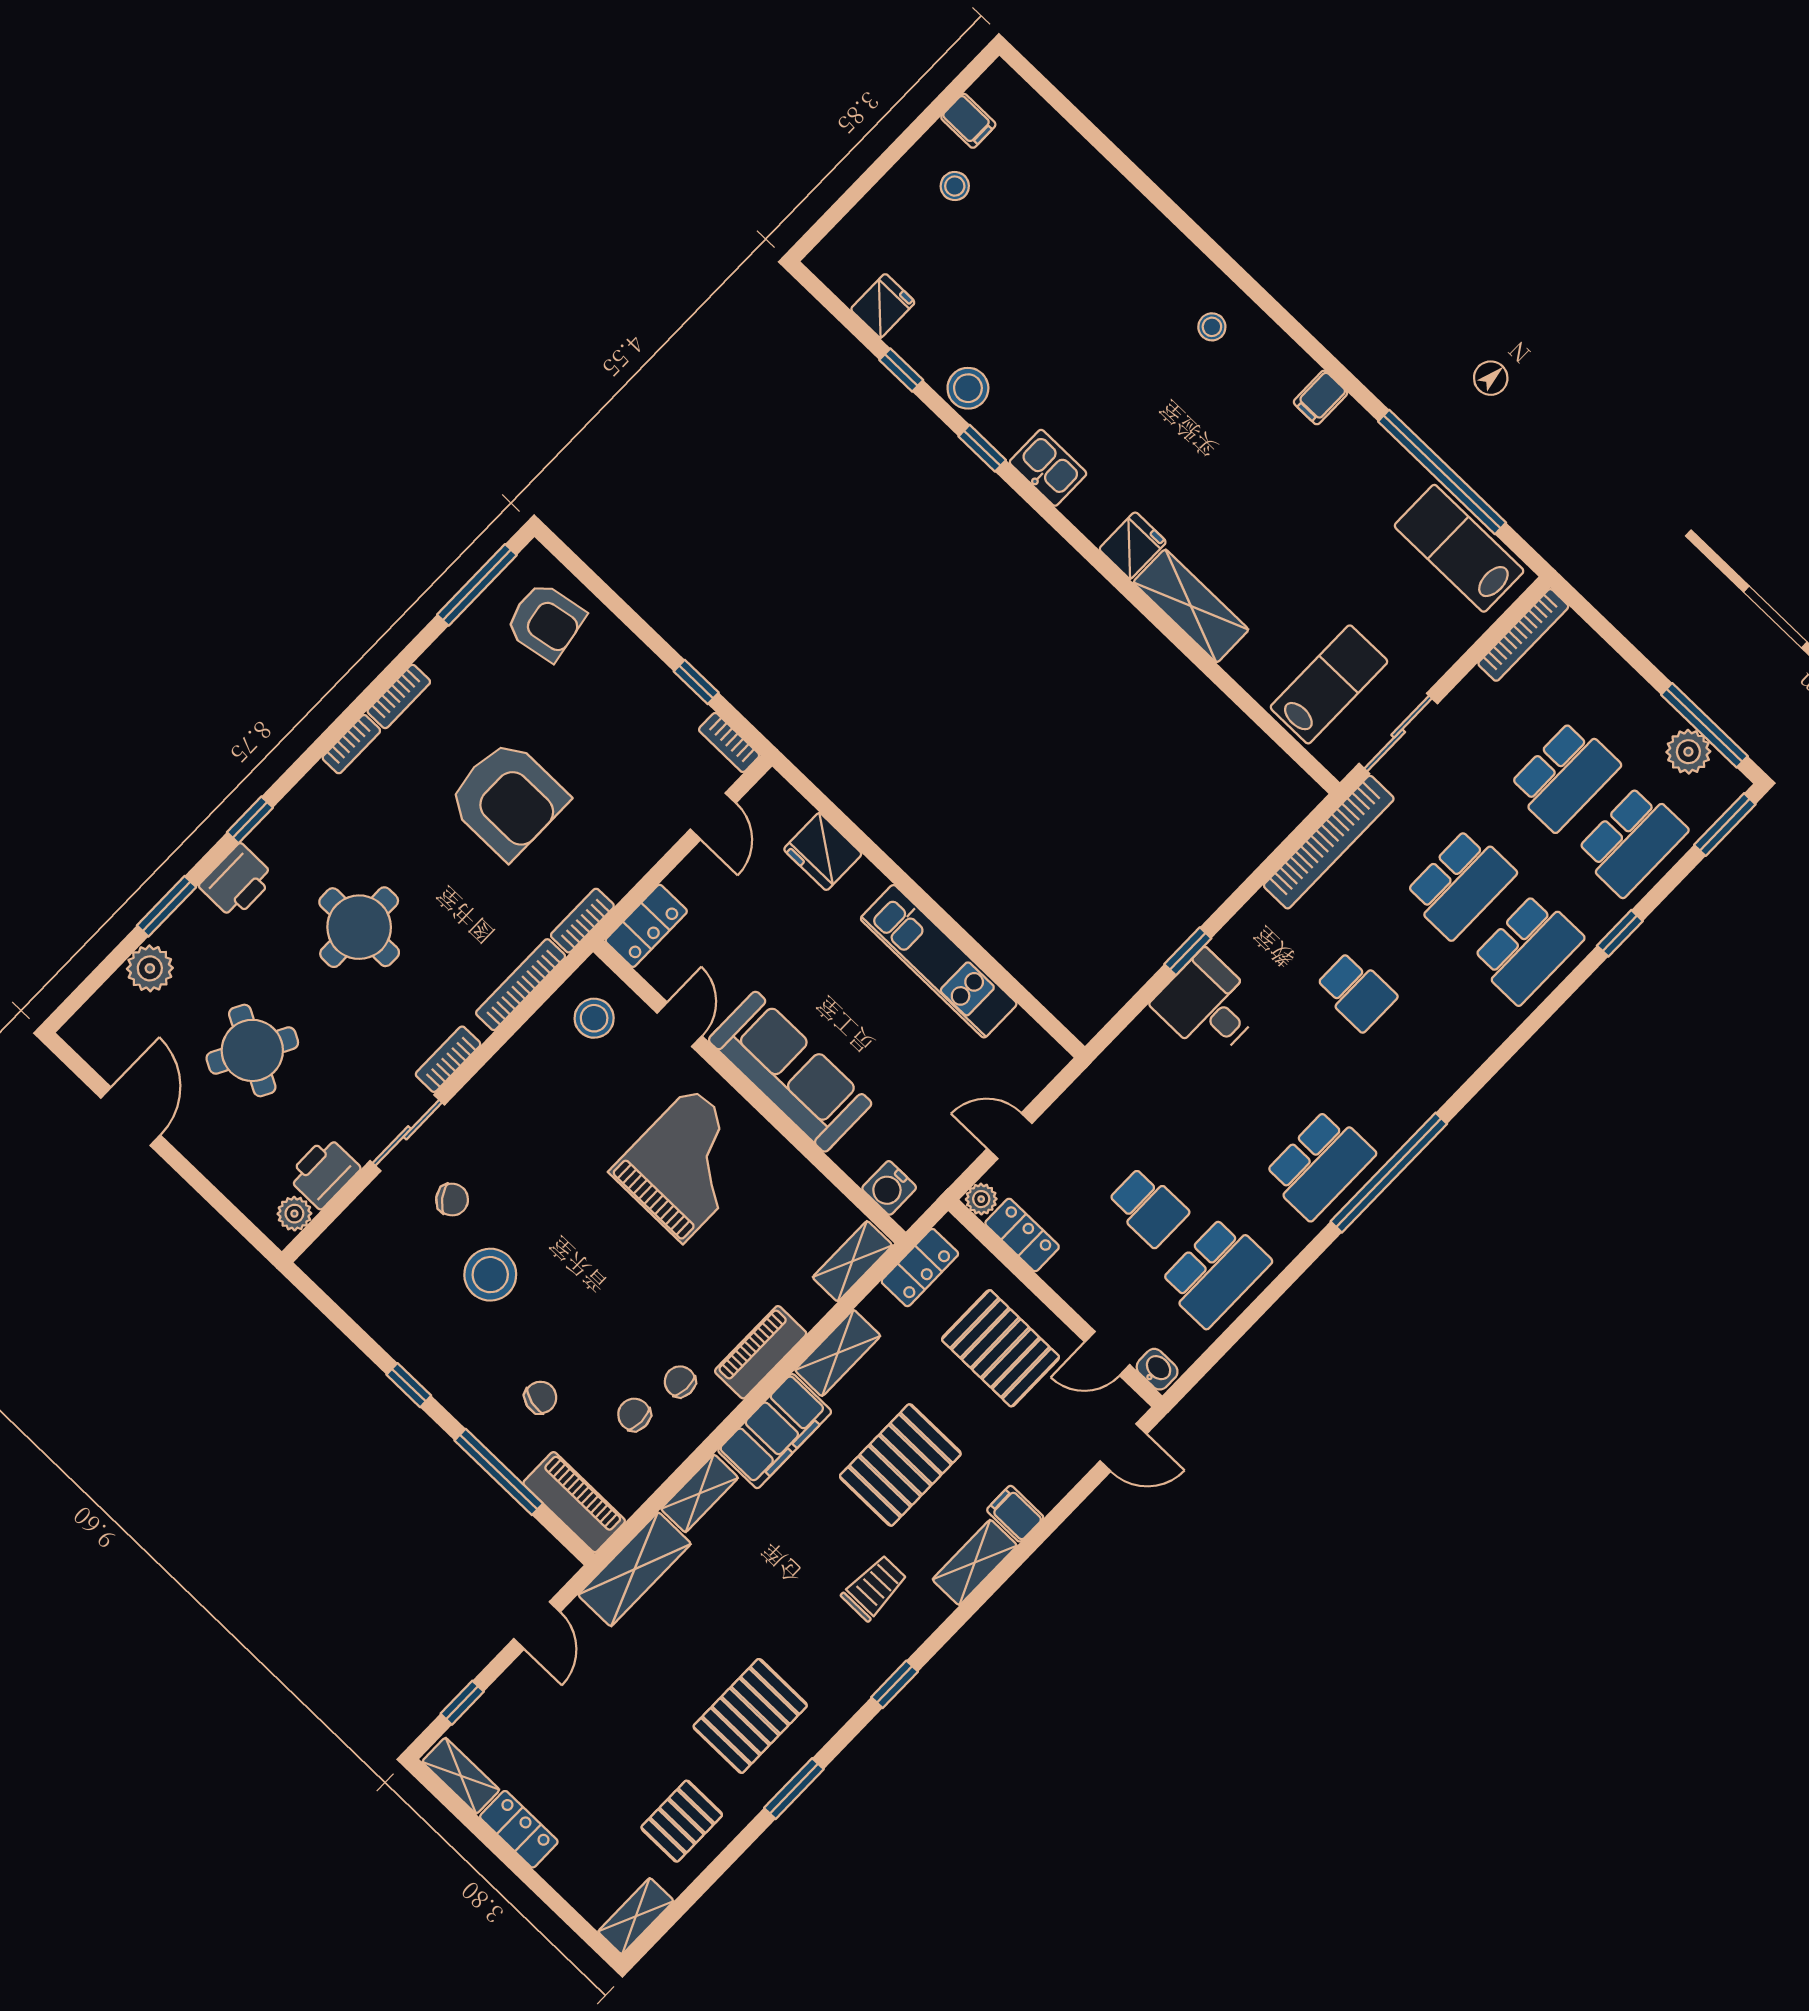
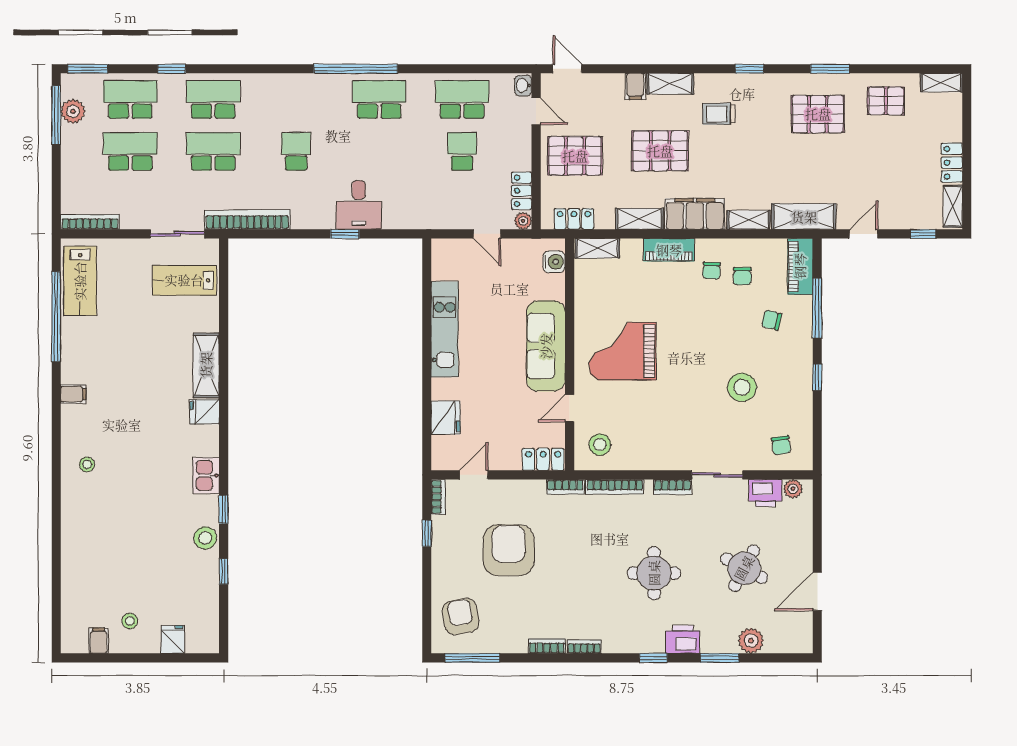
fridge: (883, 306) -> (173, 639), moved, turned 90
armchair: (507, 799) -> (509, 550), moved
chair: (452, 1200) -> (781, 445), moved, turned -152
pallet: (1001, 1348) -> (575, 156), turned 90

